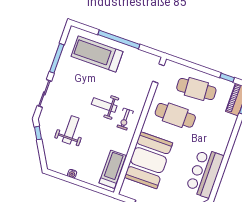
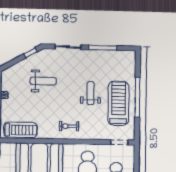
treadmill: (97, 54) -> (118, 103), moved
weight bench: (104, 105) -> (91, 93), moved

